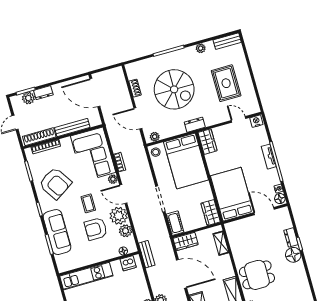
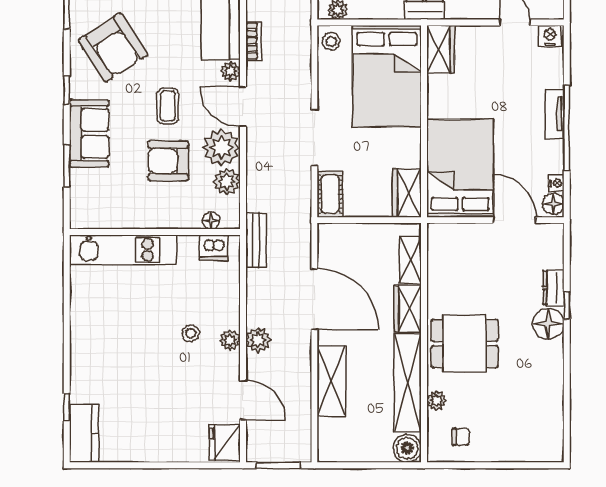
sofa: (57, 232) -> (89, 133), width x0.73
wardrobe: (186, 241) -> (408, 309), moved, turned 90

